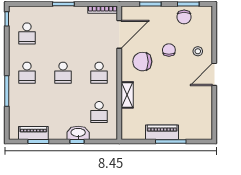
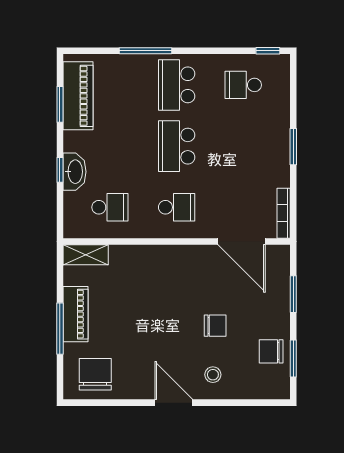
chair: (142, 62) -> (95, 374), moved
school desk: (27, 73) -> (177, 85), width x1.85
school desk: (63, 73) -> (177, 146), width x1.85
school desk: (99, 73) -> (177, 207), turned 180
shelving: (127, 95) -> (86, 255), moved
school desk: (99, 112) -> (110, 207), turned 180
piano: (33, 133) -> (78, 96), width x1.37, depth x1.33

